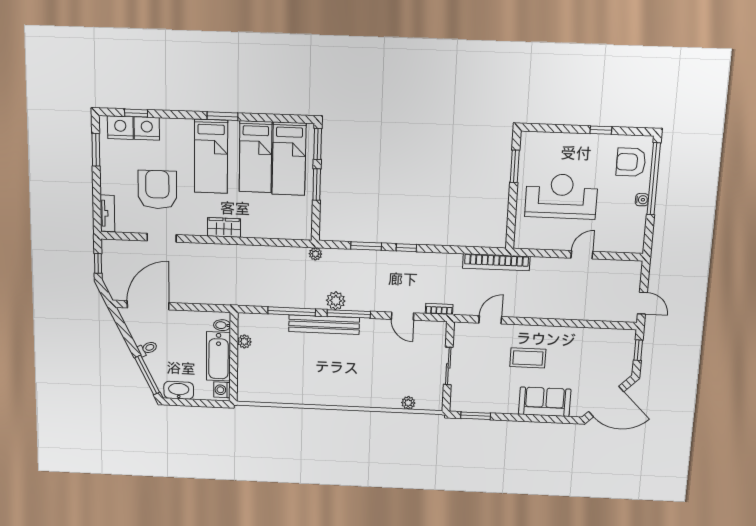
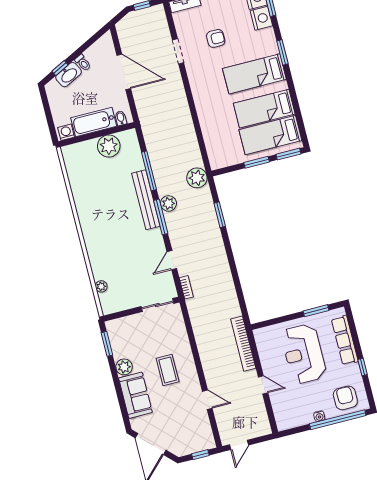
window: (223, 116) -> (282, 52), moved
row of seats: (561, 142) -> (345, 340), added
armchair: (157, 190) -> (216, 38), width x0.53, depth x0.53
reception desk: (561, 196) -> (304, 354), turned 180
wardrobe: (224, 227) -> (201, 99), removed
window: (406, 248) -> (228, 247), removed
plant: (315, 254) -> (197, 178), width x1.87, depth x1.87
bookcase: (496, 262) -> (243, 344), moved
door: (148, 305) -> (124, 72), moved
door: (490, 320) -> (207, 400), moved
plant: (244, 341) -> (109, 146), width x1.88, depth x1.88
sliding door: (448, 366) -> (157, 305), moved
window: (147, 375) -> (60, 68), width x0.46
washbasin: (179, 390) -> (69, 75), moved, turned 63
plant: (508, 405) -> (124, 367), added

